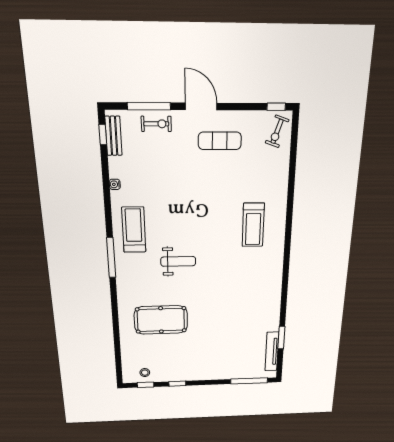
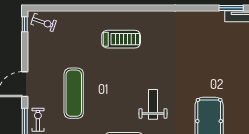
exercise mat: (220, 141) -> (74, 93), moved, width x1.36, depth x1.45

